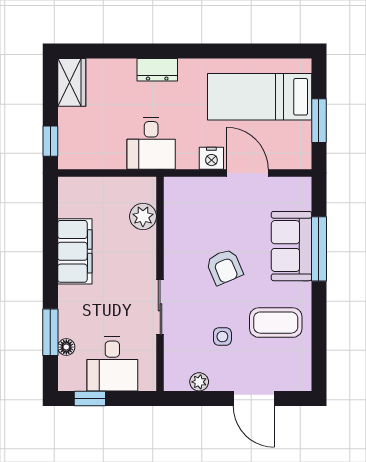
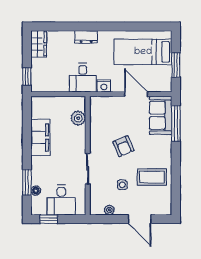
nightstand: (211, 158) -> (104, 86), moved
sofa: (291, 246) -> (161, 115), moved
window: (319, 249) -> (176, 123), moved

